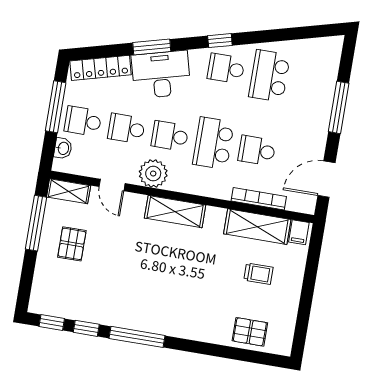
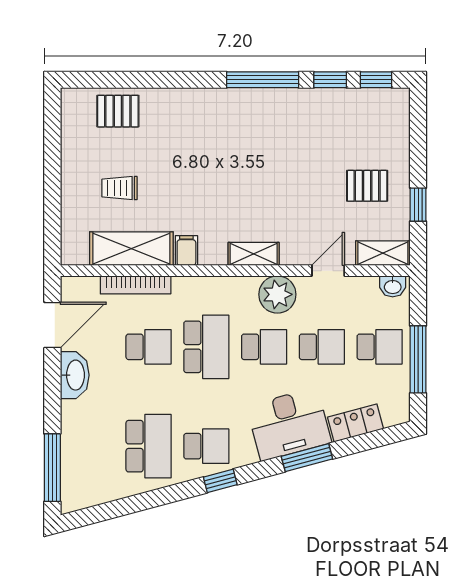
locker: (101, 68) -> (356, 423), width x0.66
window: (339, 107) -> (52, 468), moved
washbasin: (316, 139) -> (75, 375), added
washbasin: (63, 148) -> (393, 286), moved, turned -90
door: (112, 185) -> (328, 271), hinge flipped
shelving: (175, 212) -> (254, 254), width x0.67, depth x0.75
window: (36, 223) -> (418, 205), width x0.46
filing cabinet: (299, 232) -> (186, 250), moved
pallet: (72, 244) -> (367, 186), turned 90

